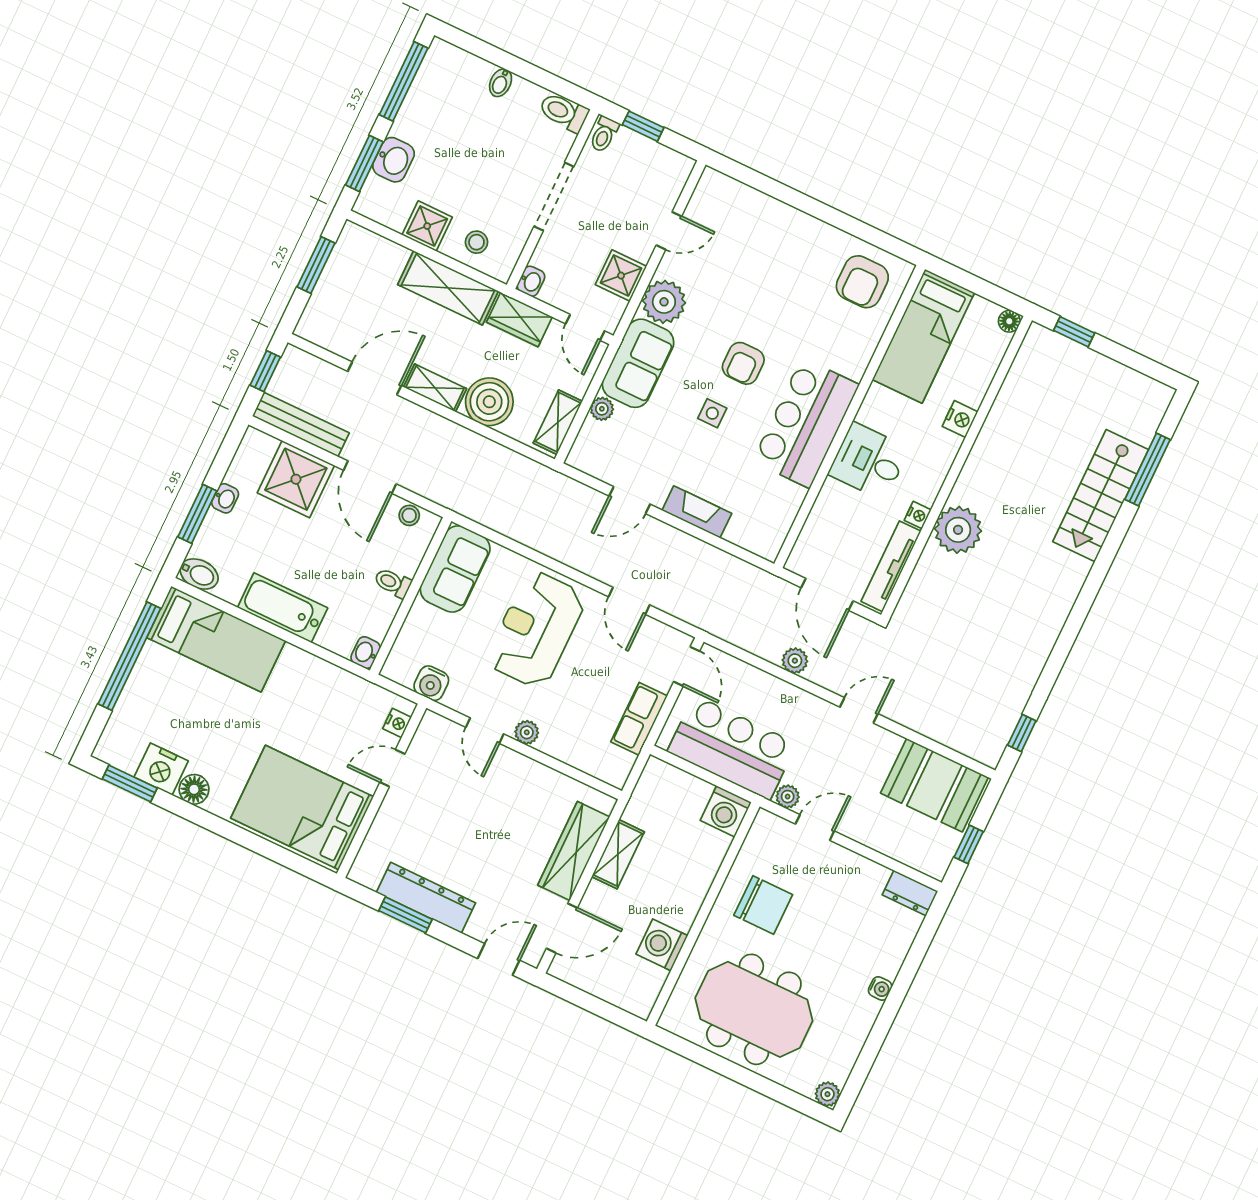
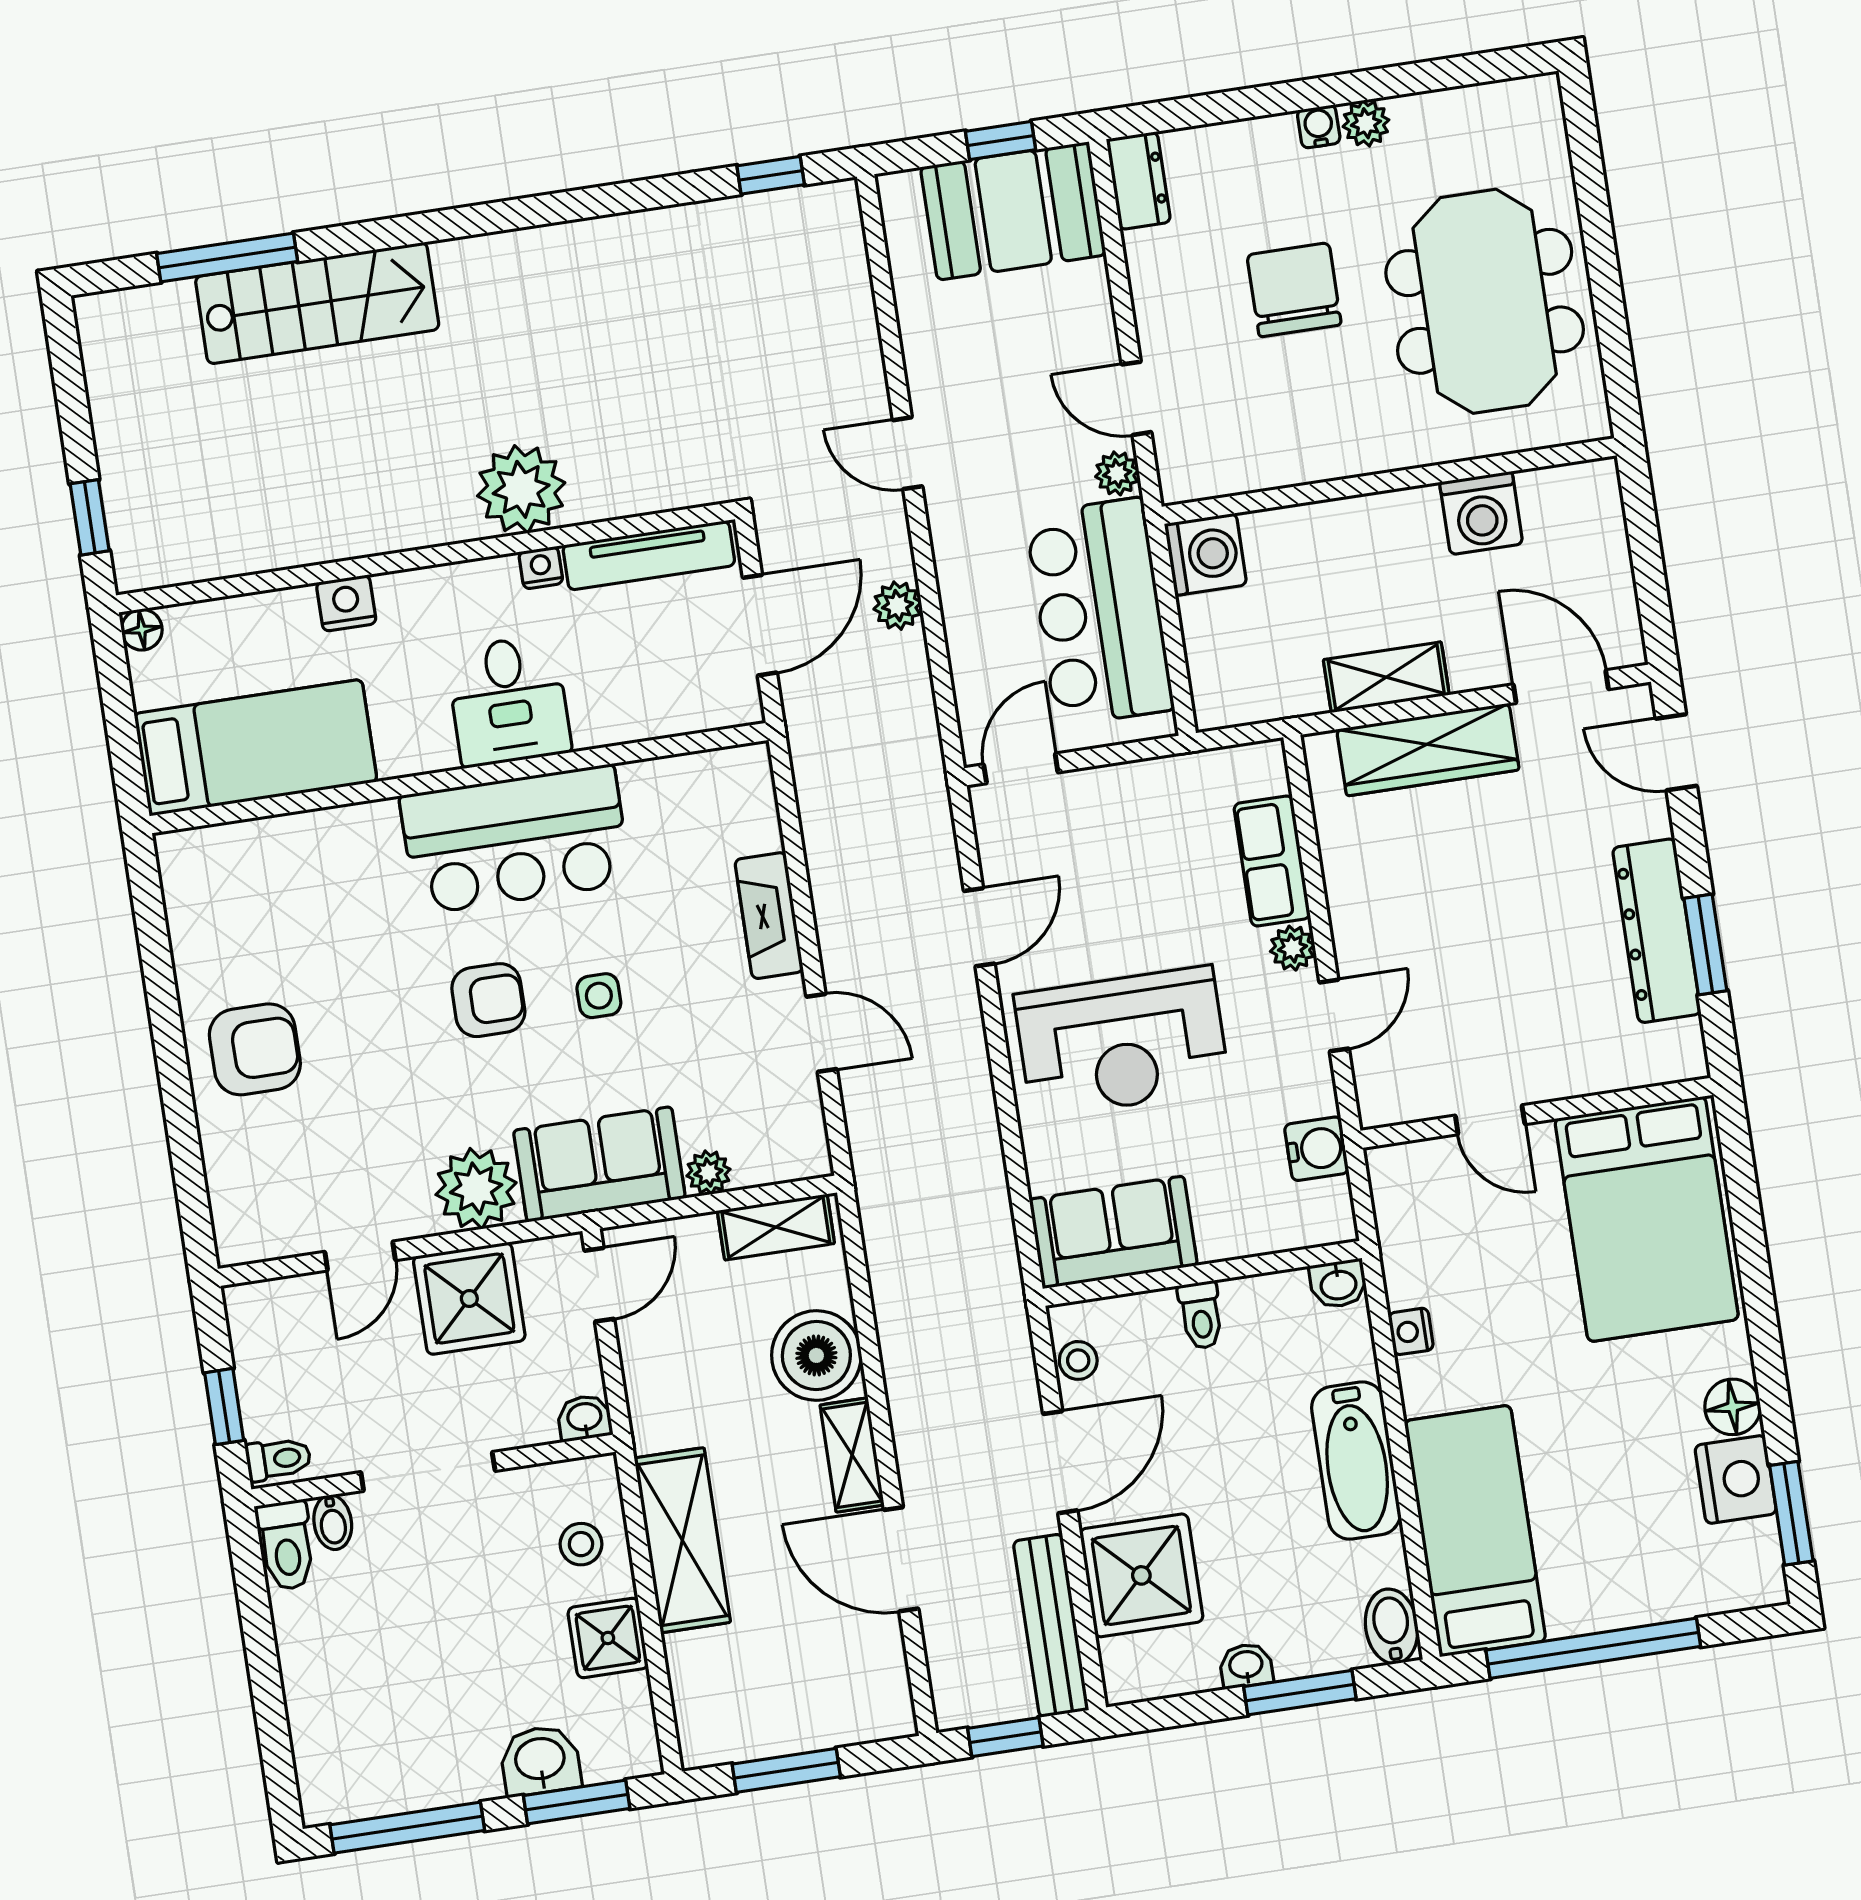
bidet: (501, 83) -> (333, 1522), moved, turned 90
door: (669, 231) -> (360, 1256), swing flipped
shower: (621, 276) -> (469, 1299), width x1.36, depth x1.36
armchair: (862, 282) -> (255, 1049), moved
wardrobe: (519, 319) -> (656, 1396), removed
row of seats: (639, 719) -> (1272, 861), moved, turned 90
nightstand: (397, 723) -> (1411, 1331), moved, turned -90
booth: (934, 785) -> (1013, 211), moved, turned 90
chair: (763, 905) -> (1294, 290), moved
plant: (827, 1094) -> (1366, 123), moved

